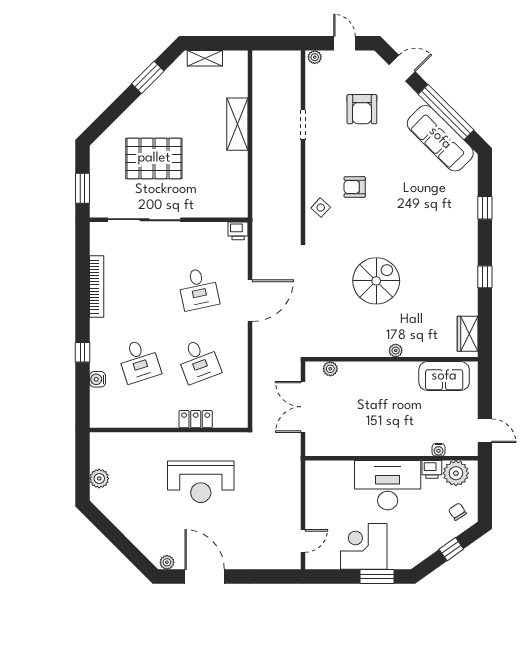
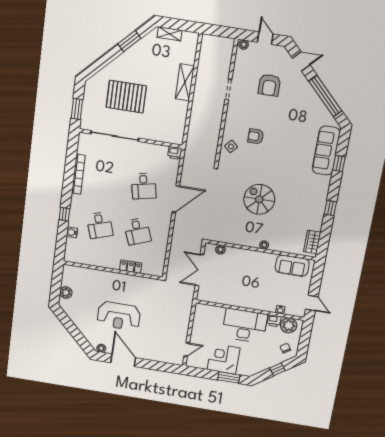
sofa: (440, 138) -> (326, 151), moved, turned 45
spiral stairs: (376, 281) -> (259, 199), turned -90
reception desk: (201, 482) -> (119, 316), moved

